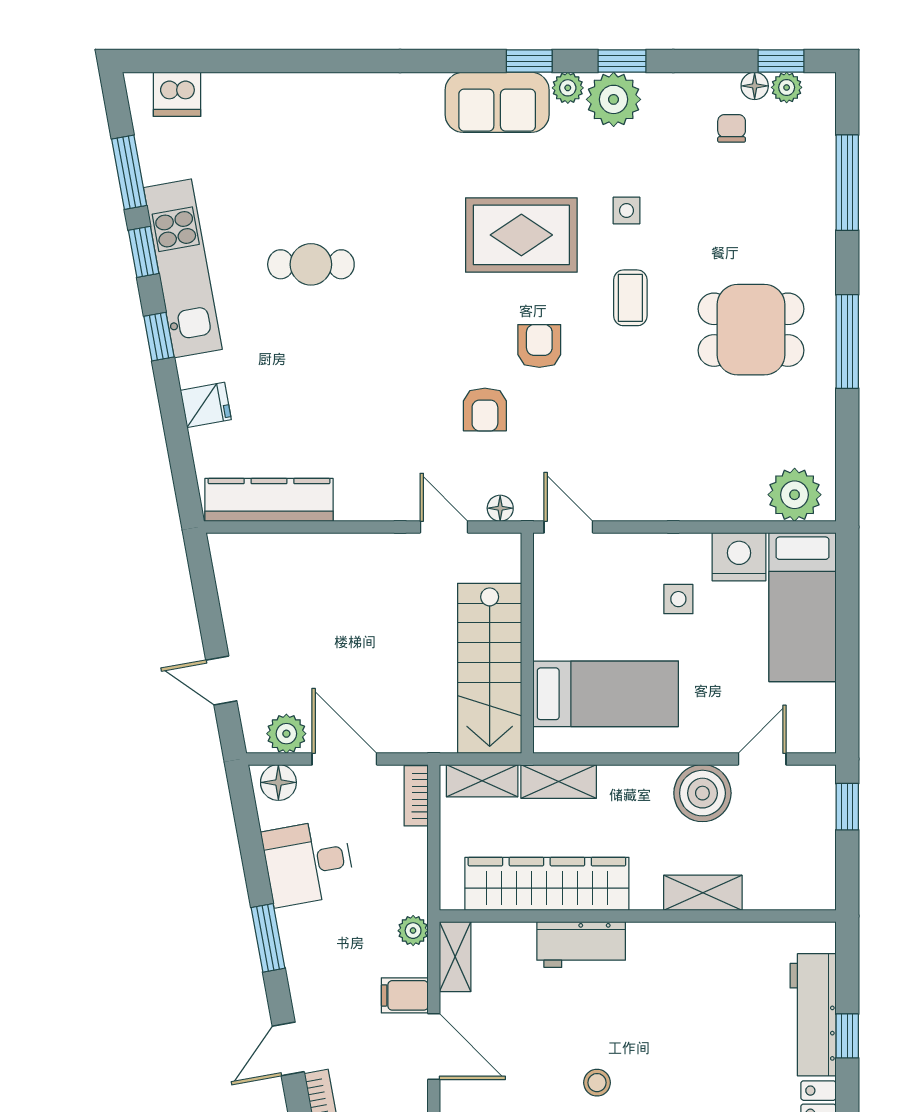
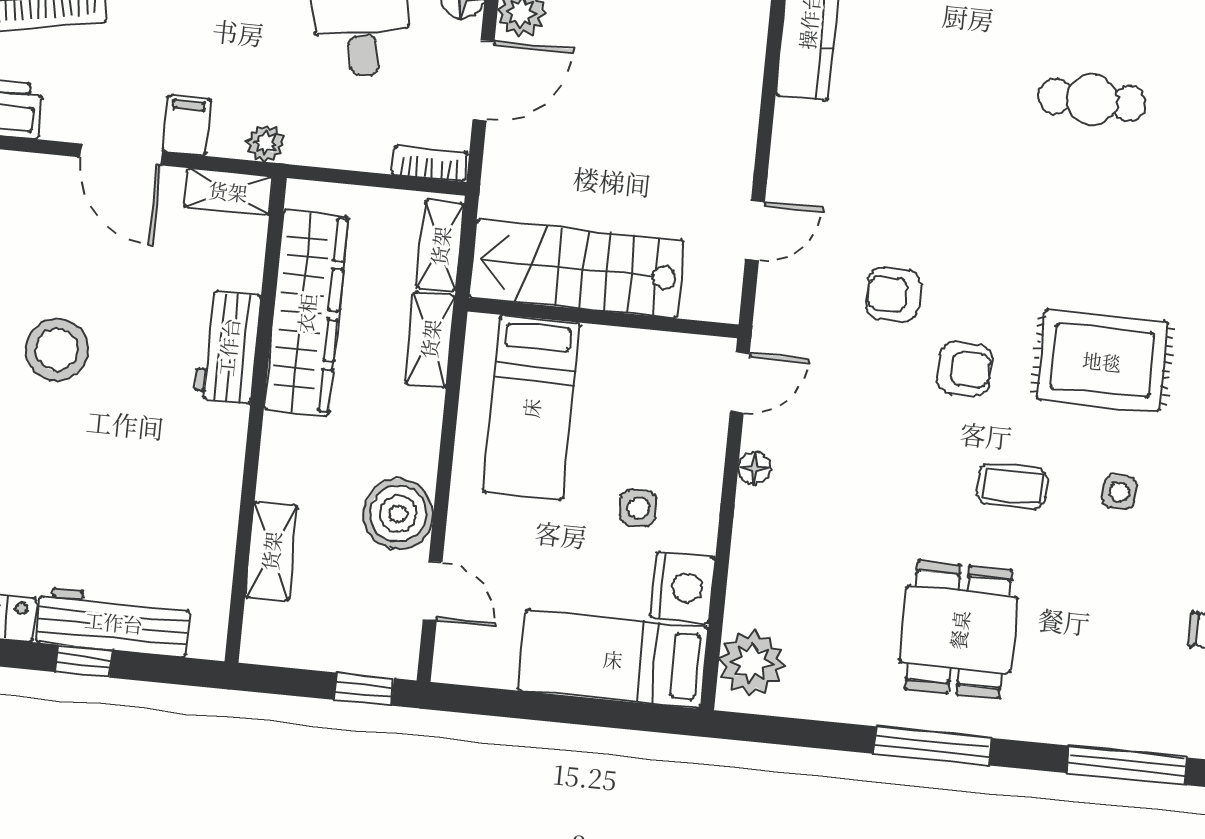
rug: (521, 235) -> (1102, 361), turned 90
cafe table: (311, 264) -> (1092, 100), turned 90
floor lamp: (500, 508) -> (754, 468), moved
shelving: (703, 893) -> (271, 551), moved
door: (434, 1047) -> (121, 154), hinge flipped
stool: (597, 1083) -> (57, 350), width x1.89, depth x1.89

